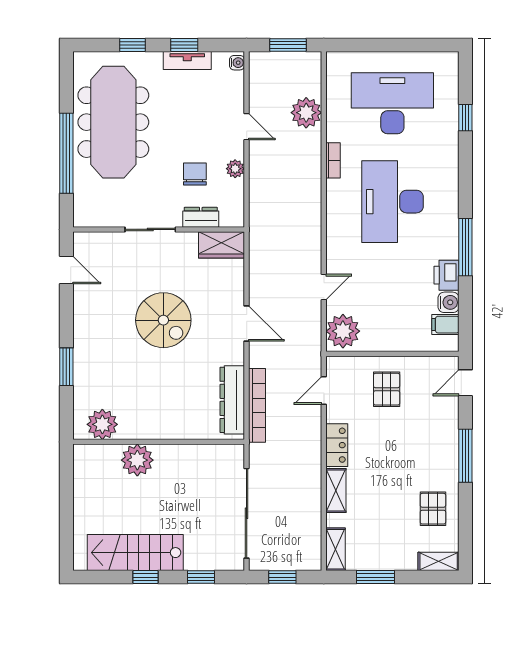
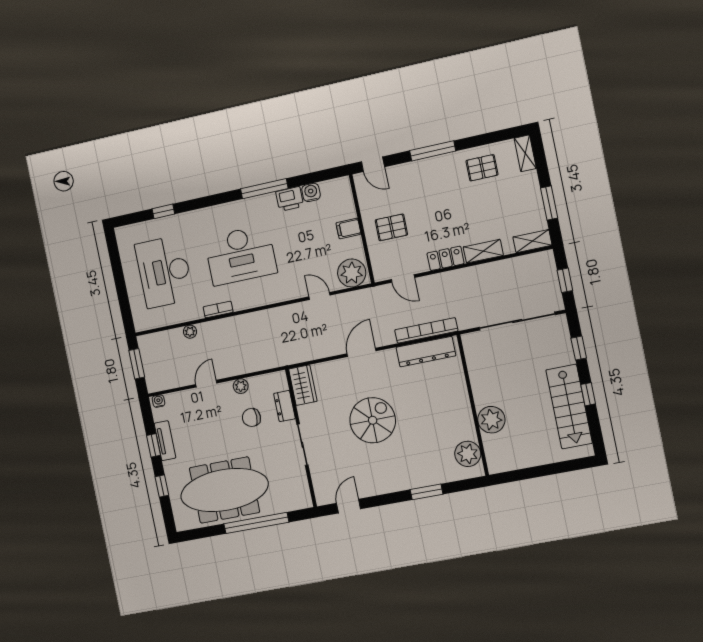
plant: (306, 113) -> (190, 332), width x0.53, depth x0.53
filing cabinet: (445, 325) -> (348, 228), moved, turned 90

